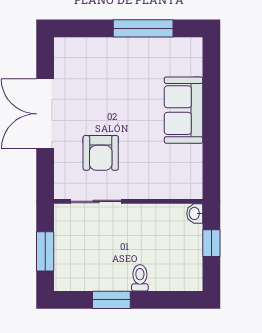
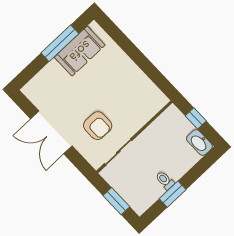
sofa: (184, 110) -> (80, 51), moved, turned -90
washbasin: (195, 213) -> (199, 143), moved, width x1.91, depth x1.45
toilet: (140, 278) -> (165, 180), moved

